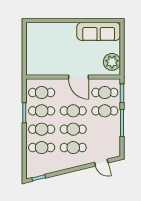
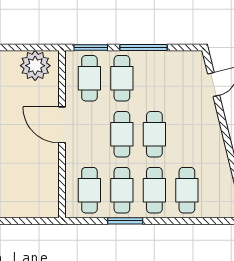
door: (78, 77) -> (62, 125), swing flipped
cafe table: (73, 148) -> (187, 134), removed

